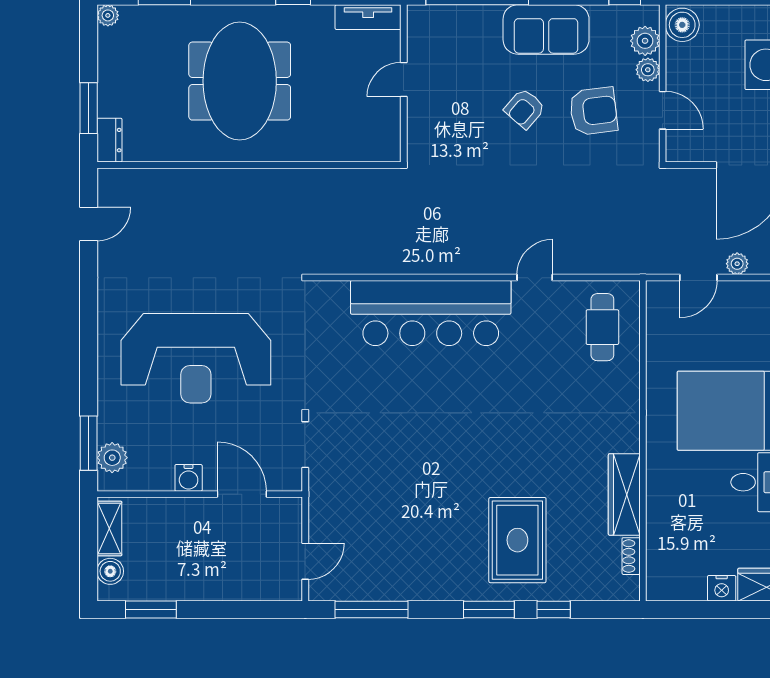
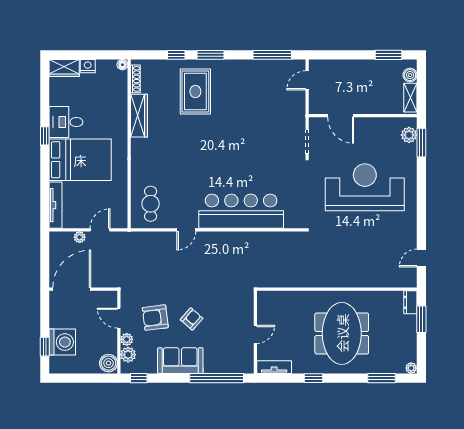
water cooler: (189, 478) -> (369, 124), removed
shoe rack: (631, 556) -> (135, 79), width x1.43
floor lamp: (656, 591) -> (122, 65), added

